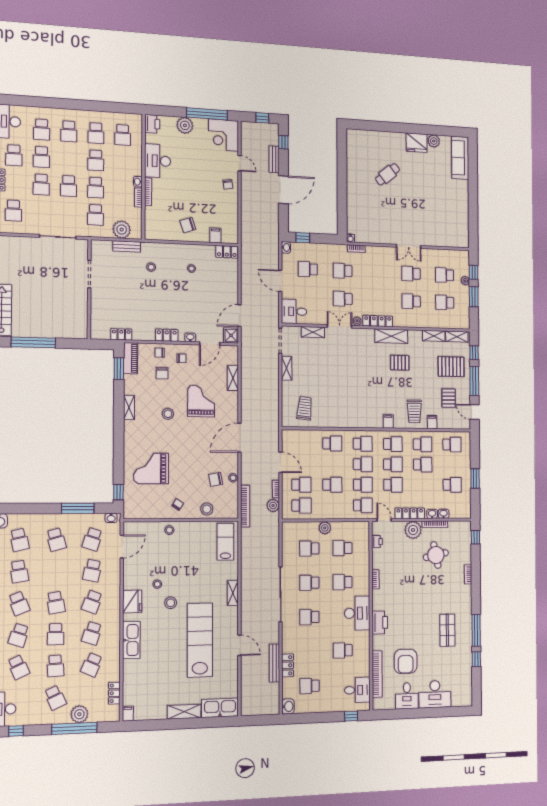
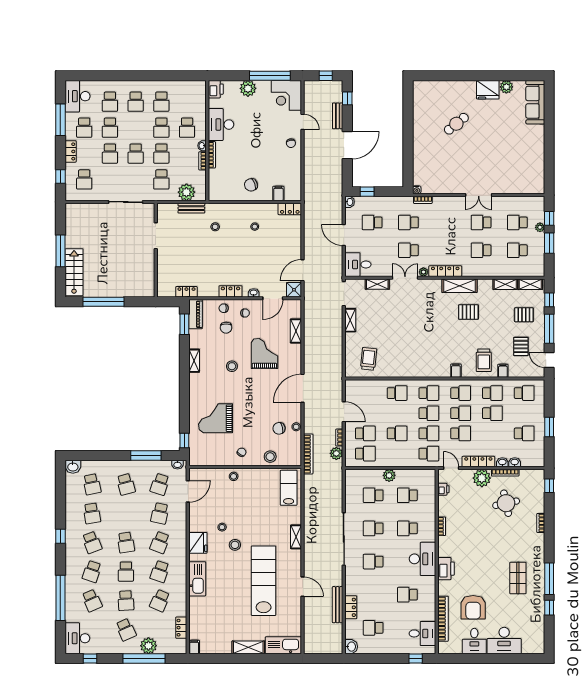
school desk: (123, 135) -> (187, 128), moved
pallet: (451, 367) -> (524, 315), width x0.67, depth x0.71

